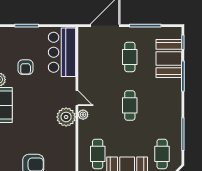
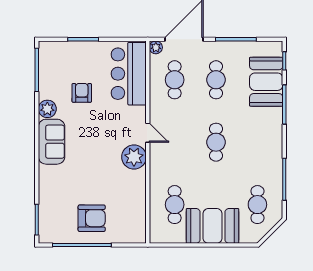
cafe table: (98, 57) -> (175, 80), added
armchair: (26, 67) -> (82, 93), turned 180
plant: (83, 115) -> (156, 47), moved

